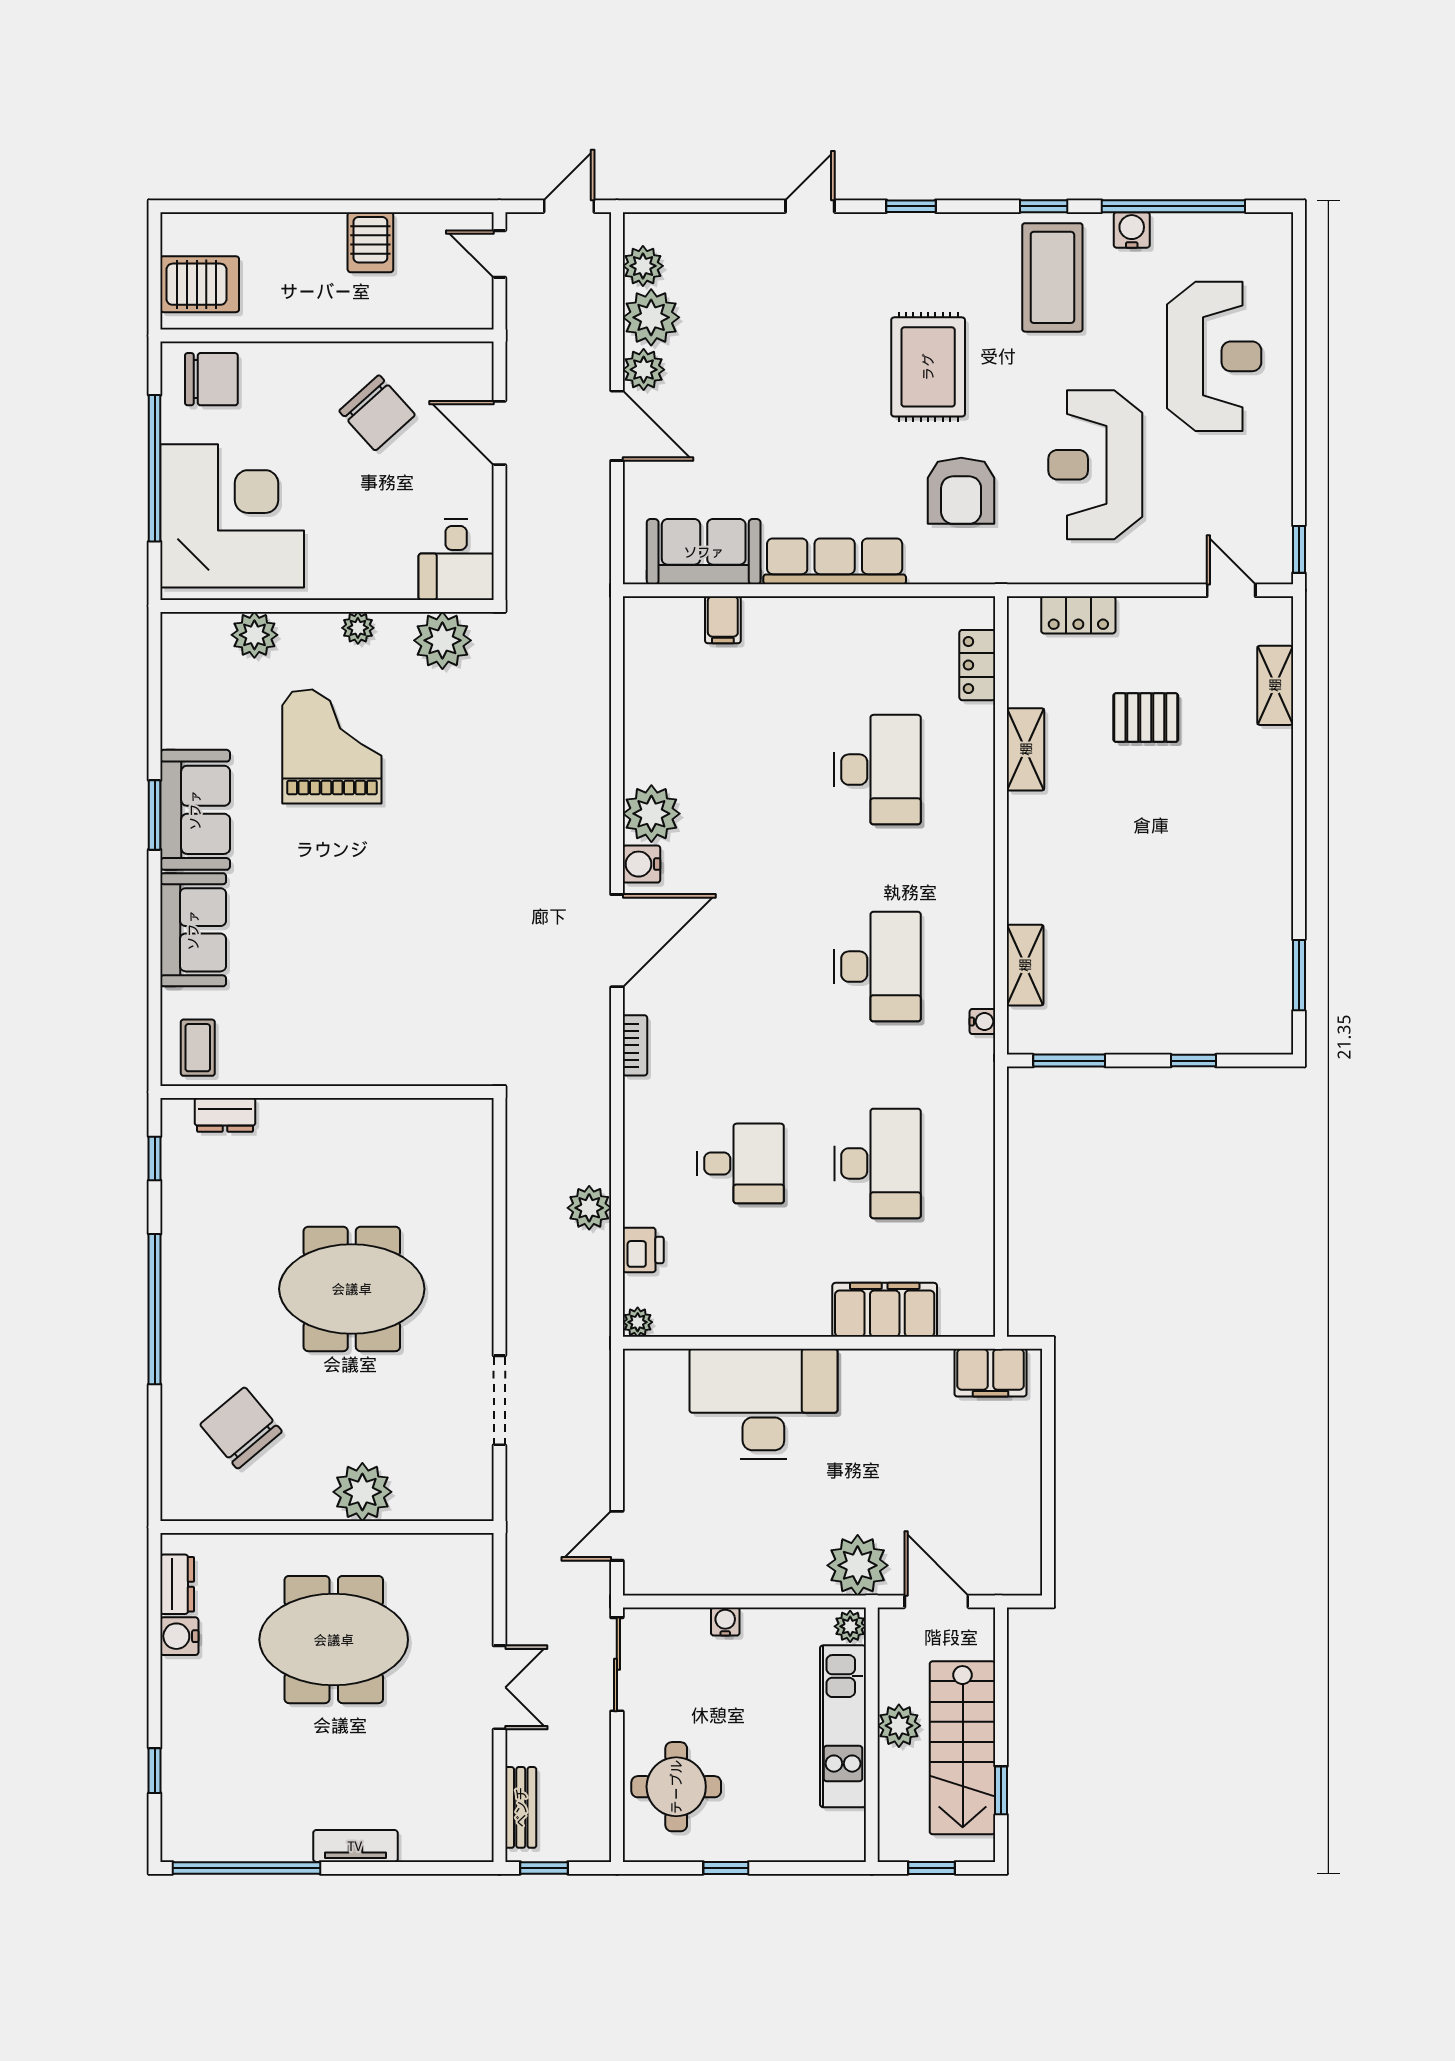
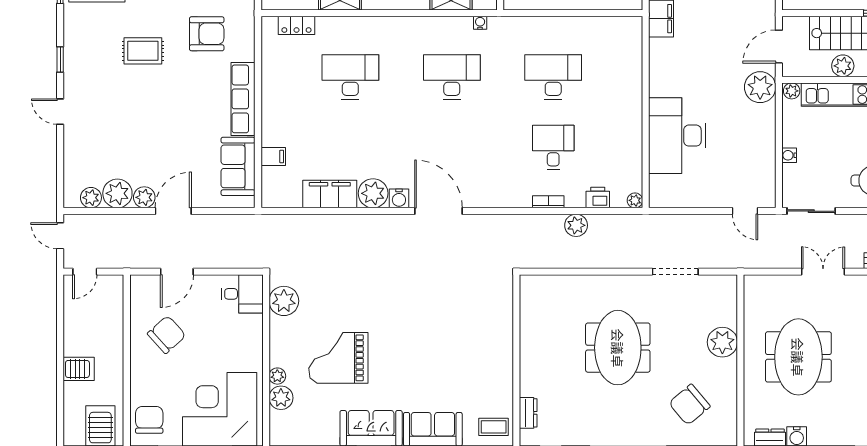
server rack: (370, 242) -> (79, 369), moved
rug: (928, 367) -> (143, 51), width x0.73, depth x0.70
plant: (358, 628) -> (277, 376), moved
bookcase: (635, 1045) -> (548, 202), moved
filing cabinet: (885, 1310) -> (330, 194), moved, turned 90

